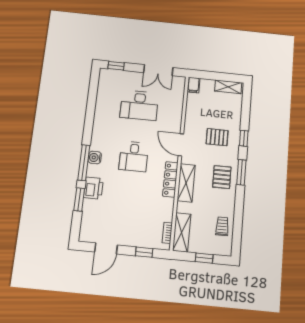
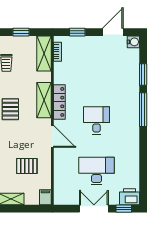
double door: (158, 70) -> (94, 209), moved
pallet: (217, 137) -> (27, 166), moved
water cooler: (95, 158) -> (133, 42), moved
printer: (93, 188) -> (129, 197), moved, turned 90

